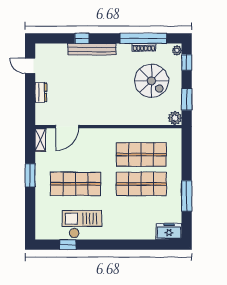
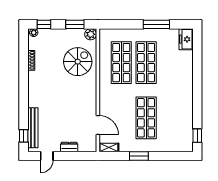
window: (82, 38) -> (24, 136), moved
window: (143, 38) -> (24, 61), removed
bench: (92, 49) -> (33, 128), moved
spiral stairs: (152, 81) -> (78, 62), moved
checkout: (82, 224) -> (180, 112), removed
window: (68, 245) -> (197, 136), moved

